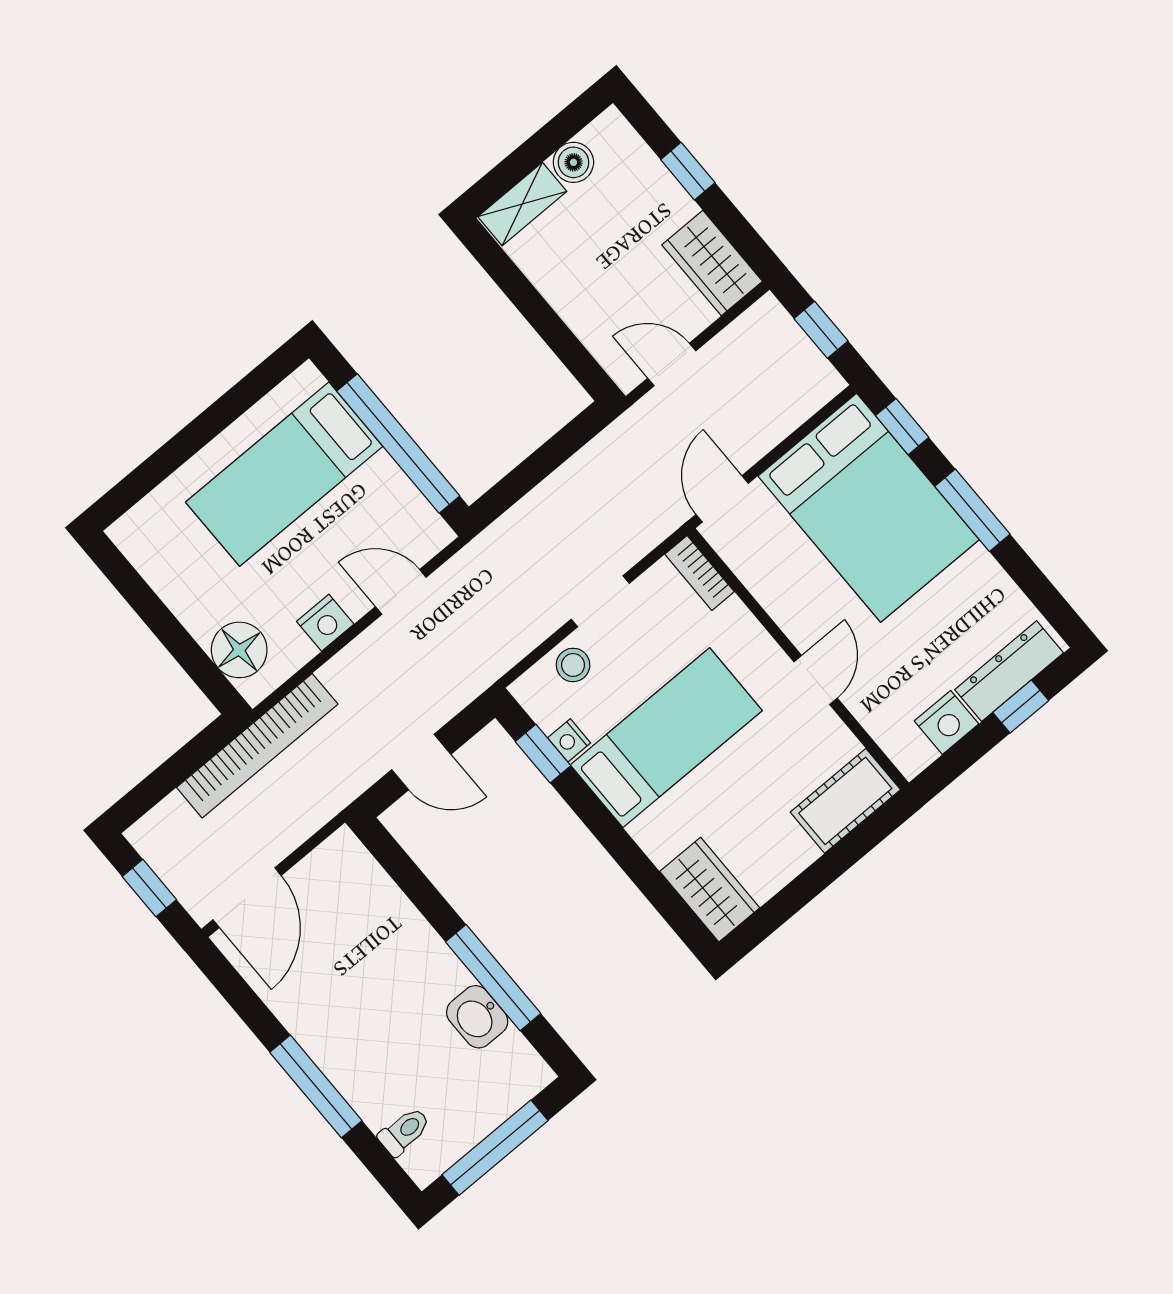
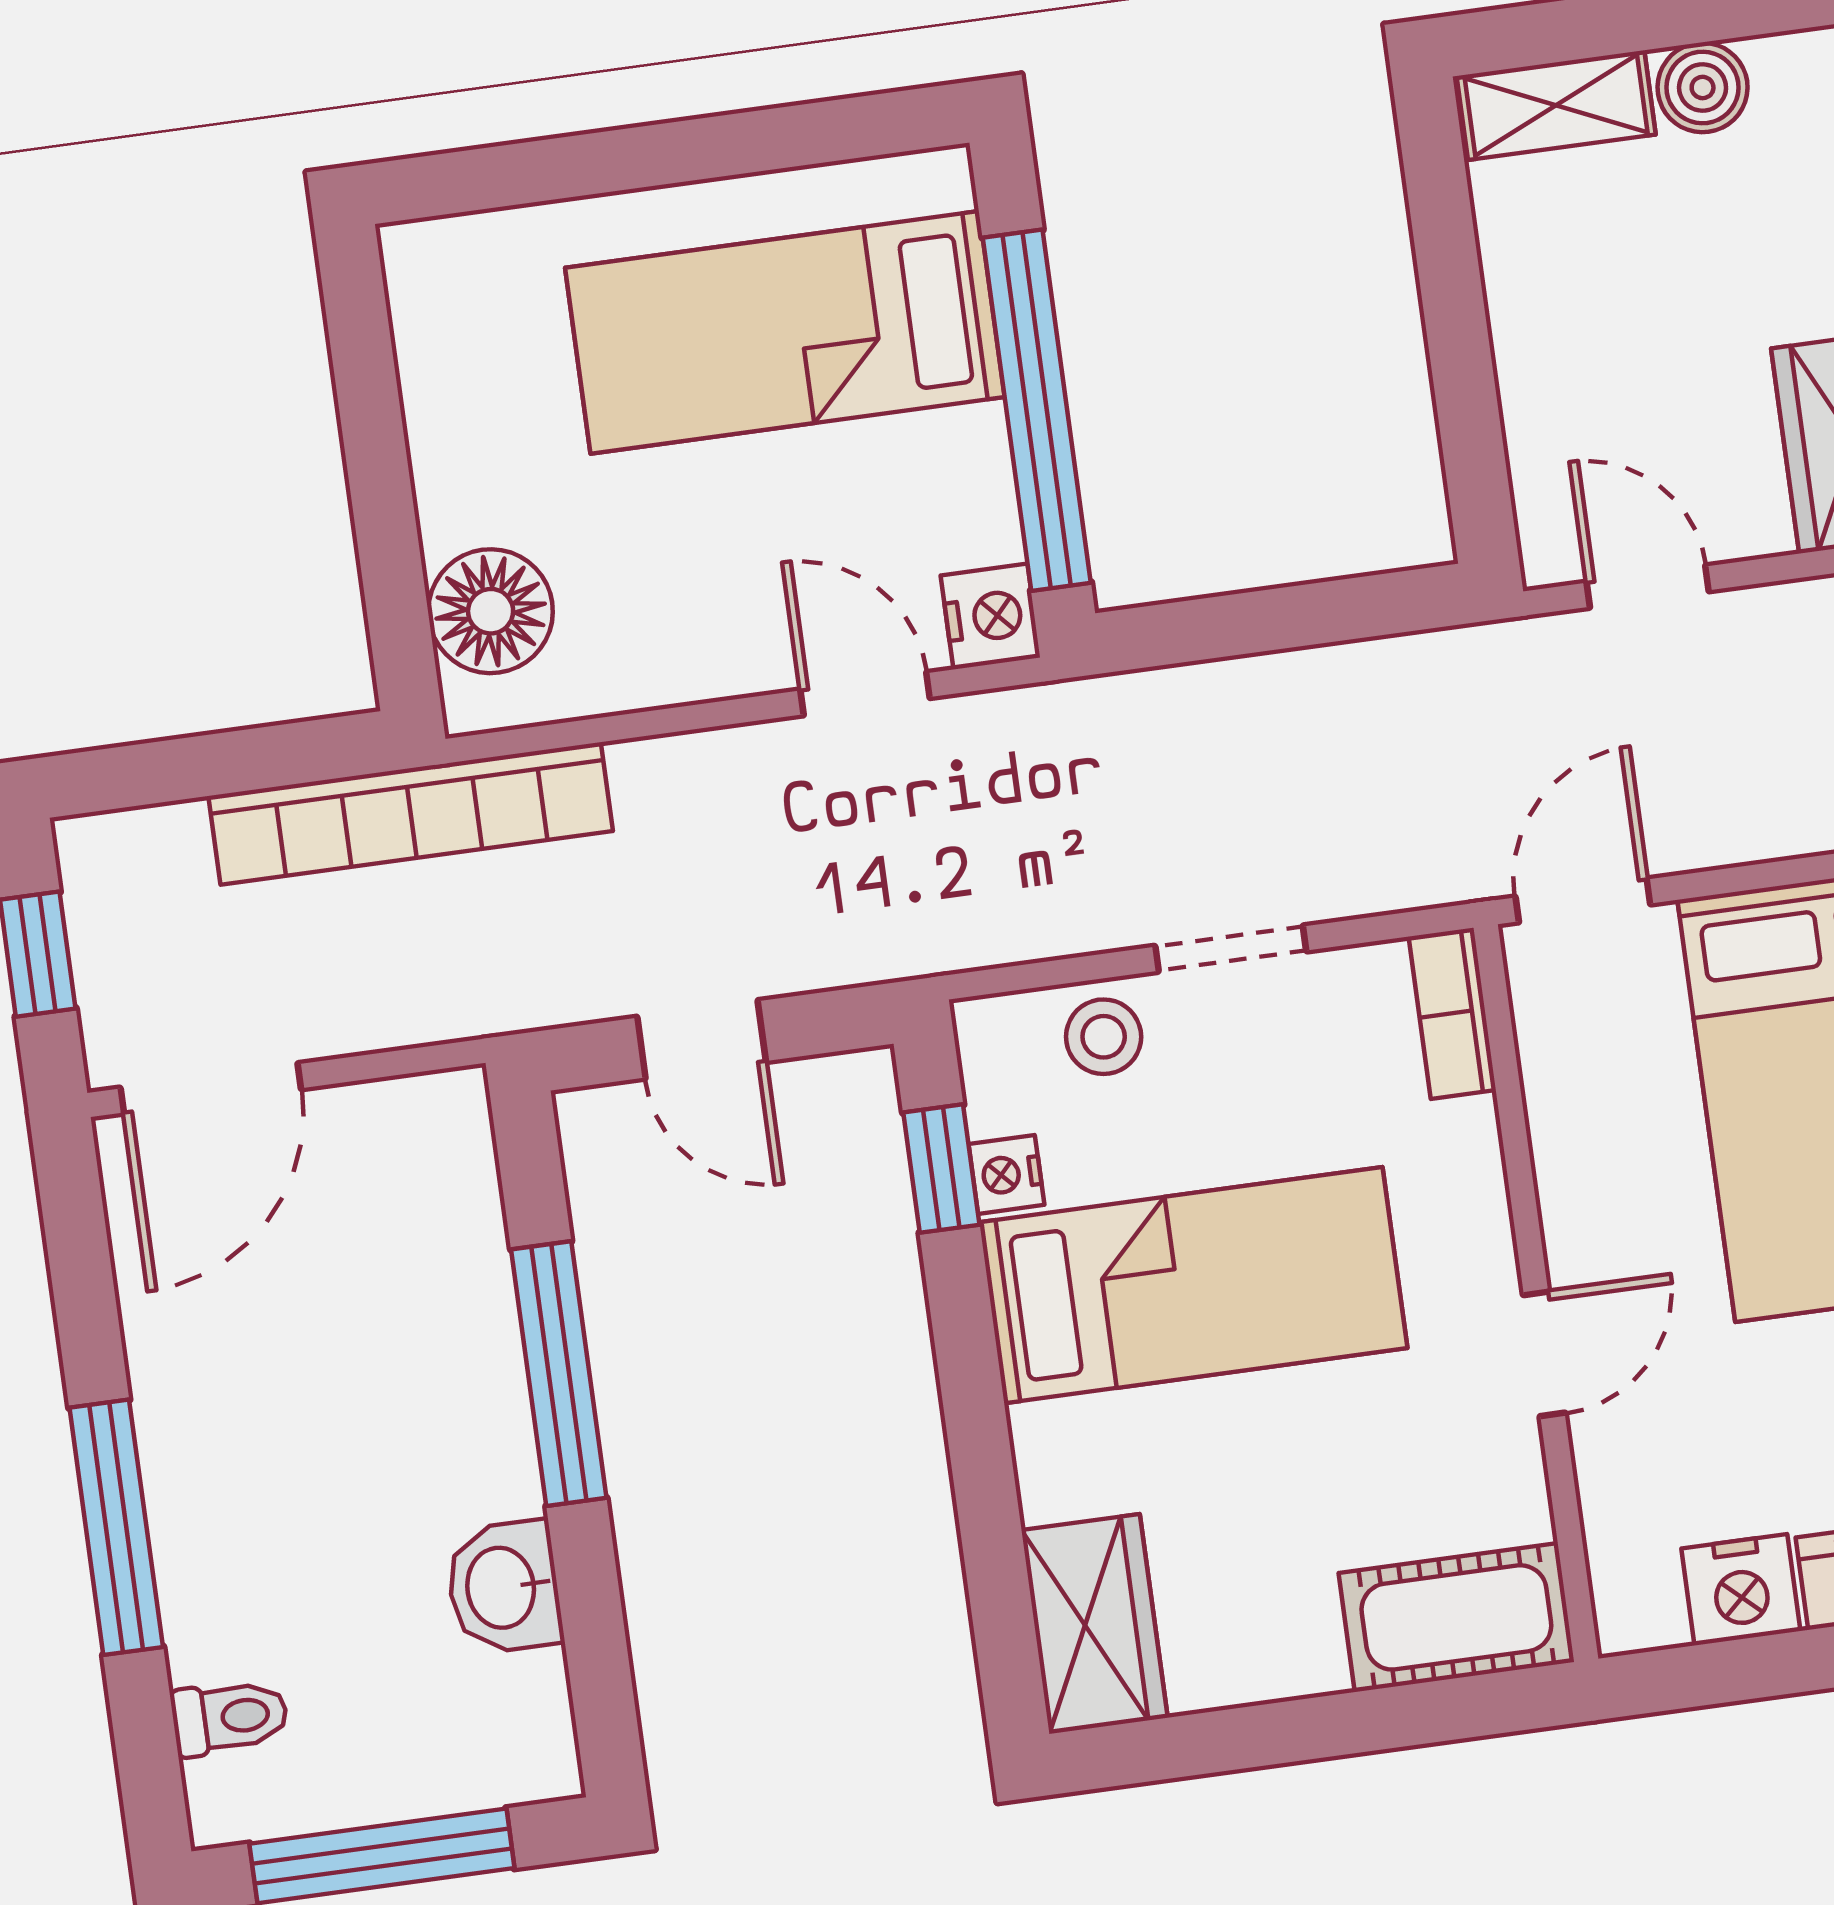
nightstand: (325, 623) -> (990, 616), moved, turned -90
window: (493, 978) -> (559, 1374), moved

